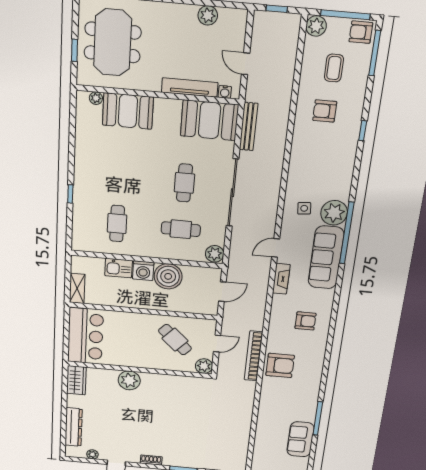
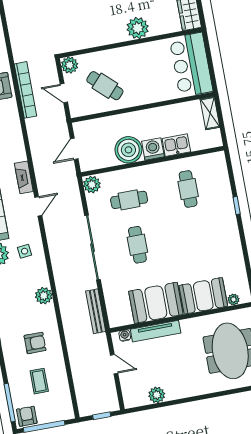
plant: (316, 26) -> (44, 296), moved
armchair: (361, 32) -> (27, 416), turned -90
booth: (209, 120) -> (156, 303), moved
door: (217, 344) -> (64, 93), hinge flipped

